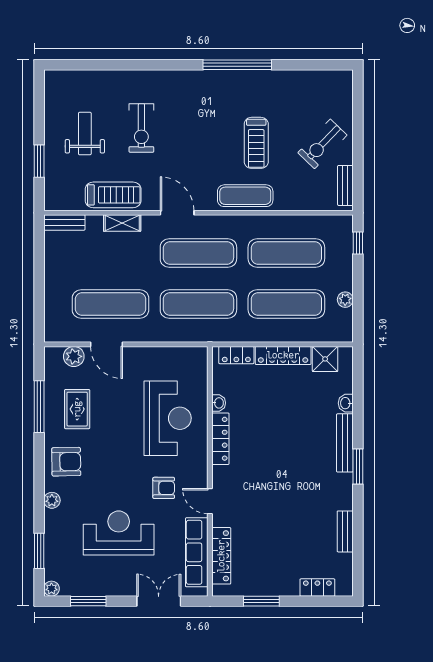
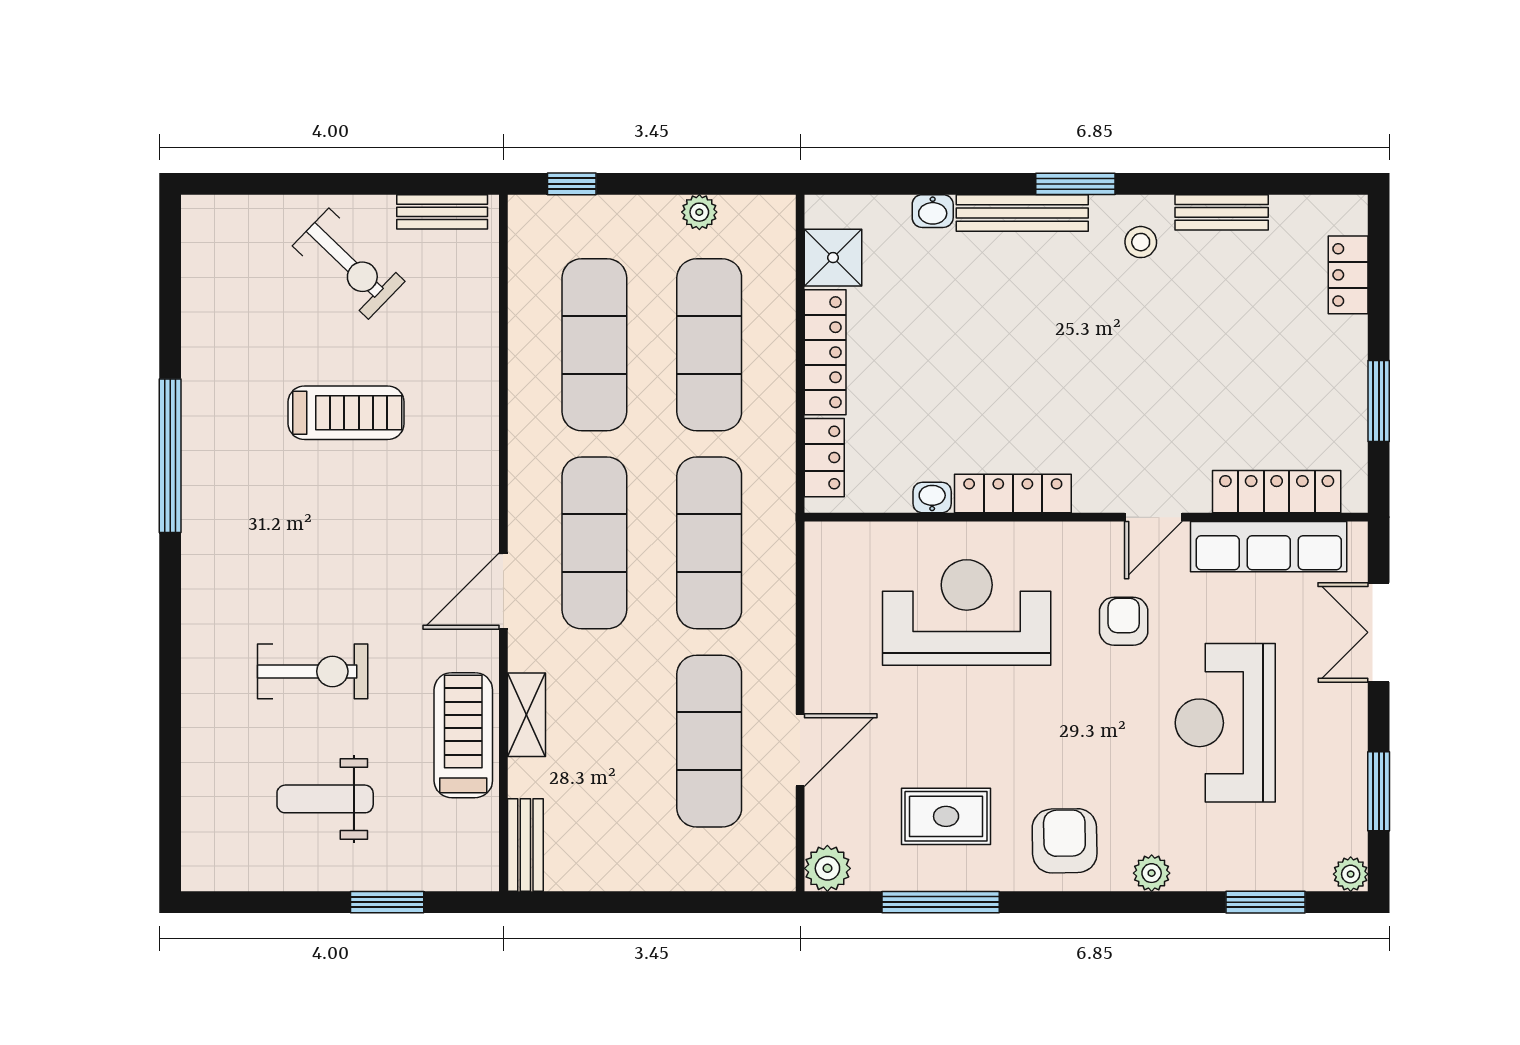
exercise mat: (245, 196) -> (465, 438), removed
plant: (74, 356) -> (827, 868), moved
stool: (332, 495) -> (1141, 242), added

